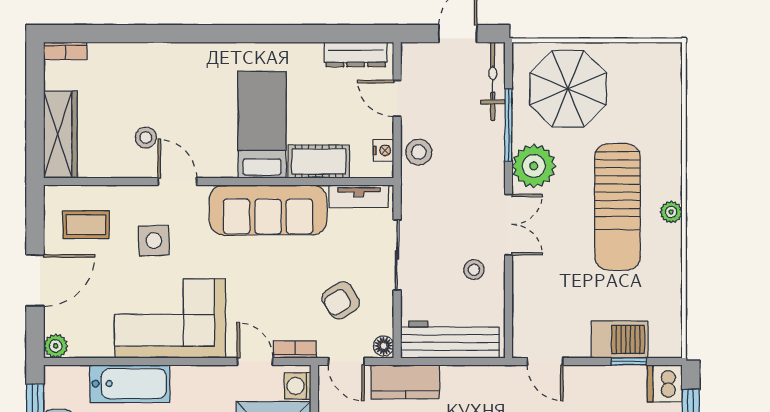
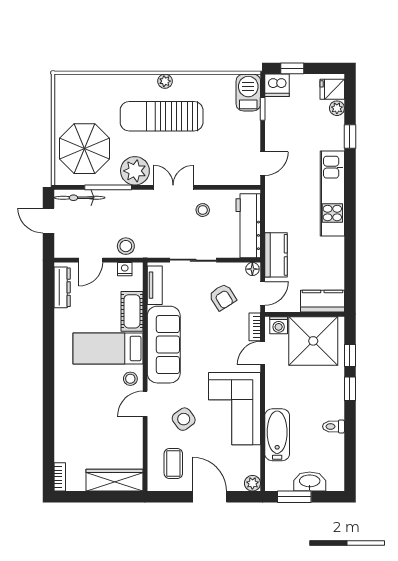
stool: (146, 138) -> (130, 379), moved
sun lounger: (617, 207) -> (162, 116), turned 180
side table: (154, 241) -> (184, 419), turned -34
barbecue: (619, 339) -> (248, 93), moved

